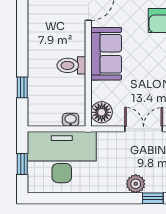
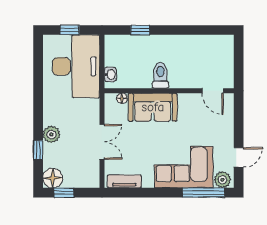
sofa: (106, 54) -> (153, 107), moved
floor lamp: (102, 112) -> (122, 98), width x0.53, depth x0.53

